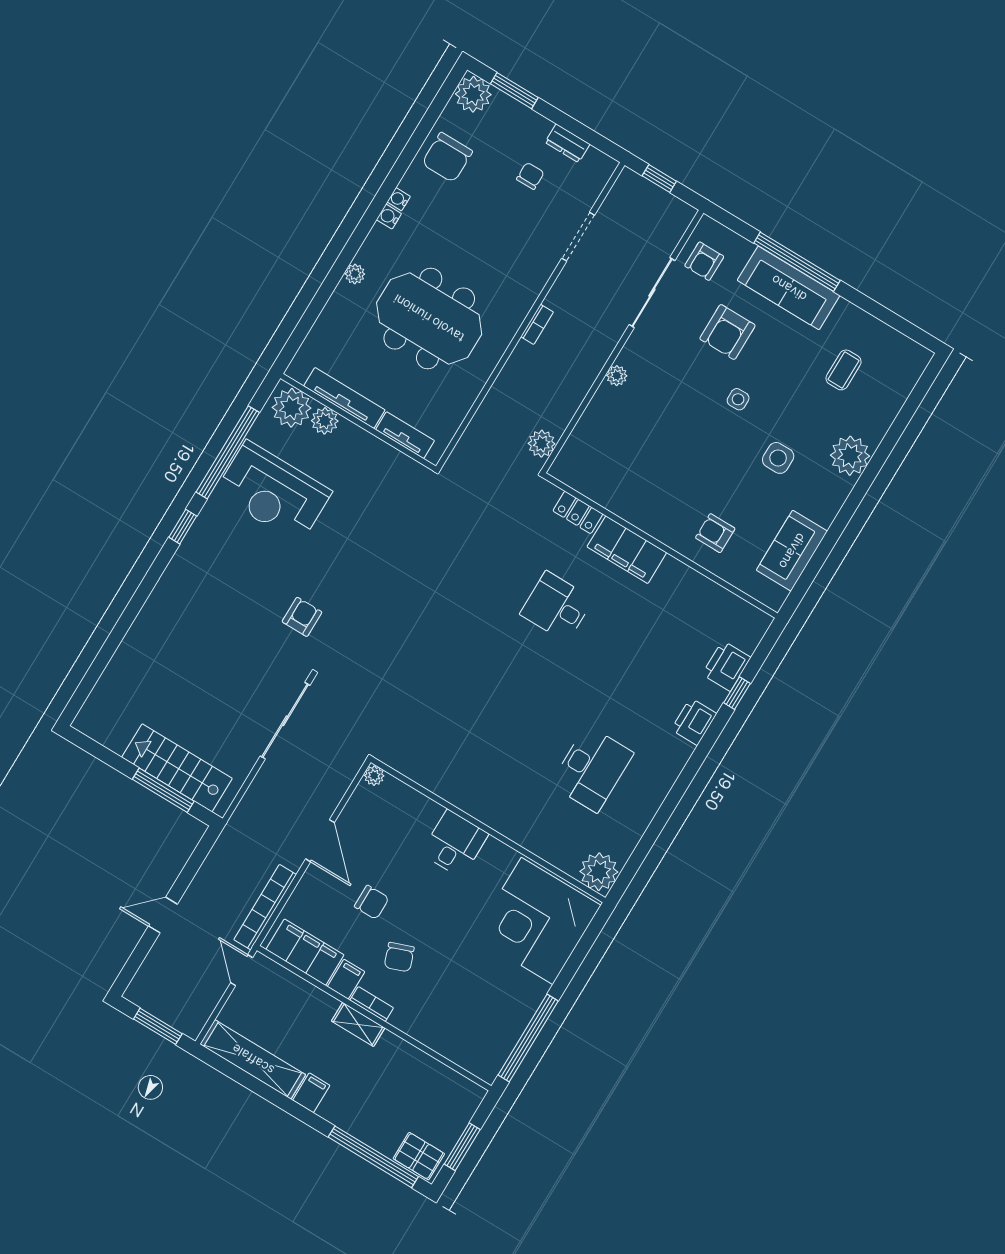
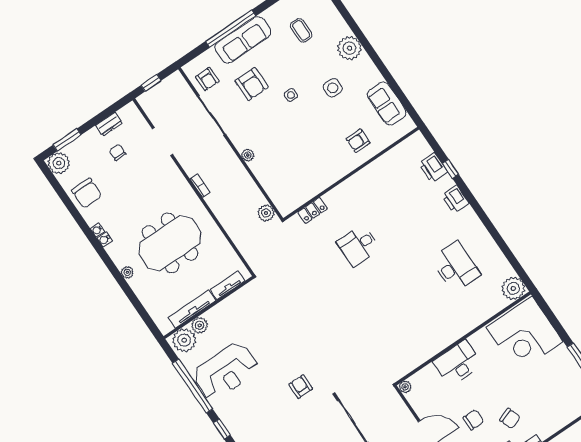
filing cabinet: (627, 550) -> (345, 193), removed
desk: (455, 844) -> (458, 363), width x1.37

